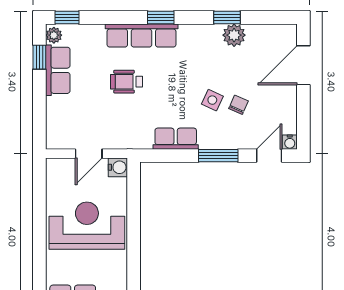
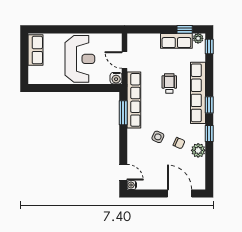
window: (227, 17) -> (209, 134), moved
row of seats: (142, 35) -> (198, 93), width x1.36
chair: (239, 105) -> (179, 143), moved
row of seats: (176, 139) -> (134, 100), width x2.02
window: (218, 156) -> (123, 113), moved

